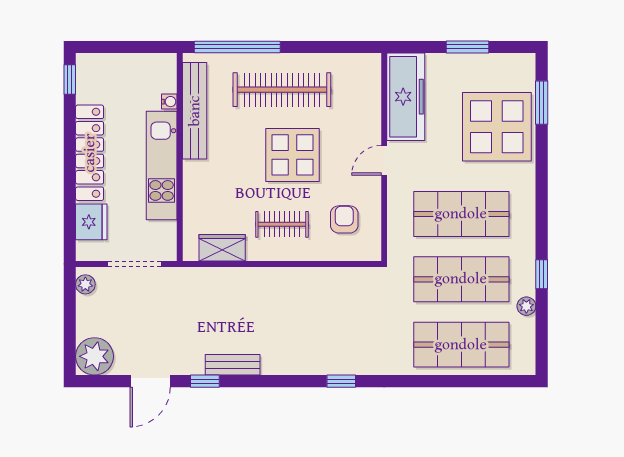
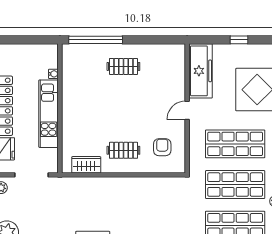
window: (468, 47) -> (239, 40), width x0.67
clothes rail: (282, 90) -> (123, 66), width x0.54, depth x0.76
bench: (195, 111) -> (69, 80), removed
display table: (292, 155) -> (130, 107), removed

